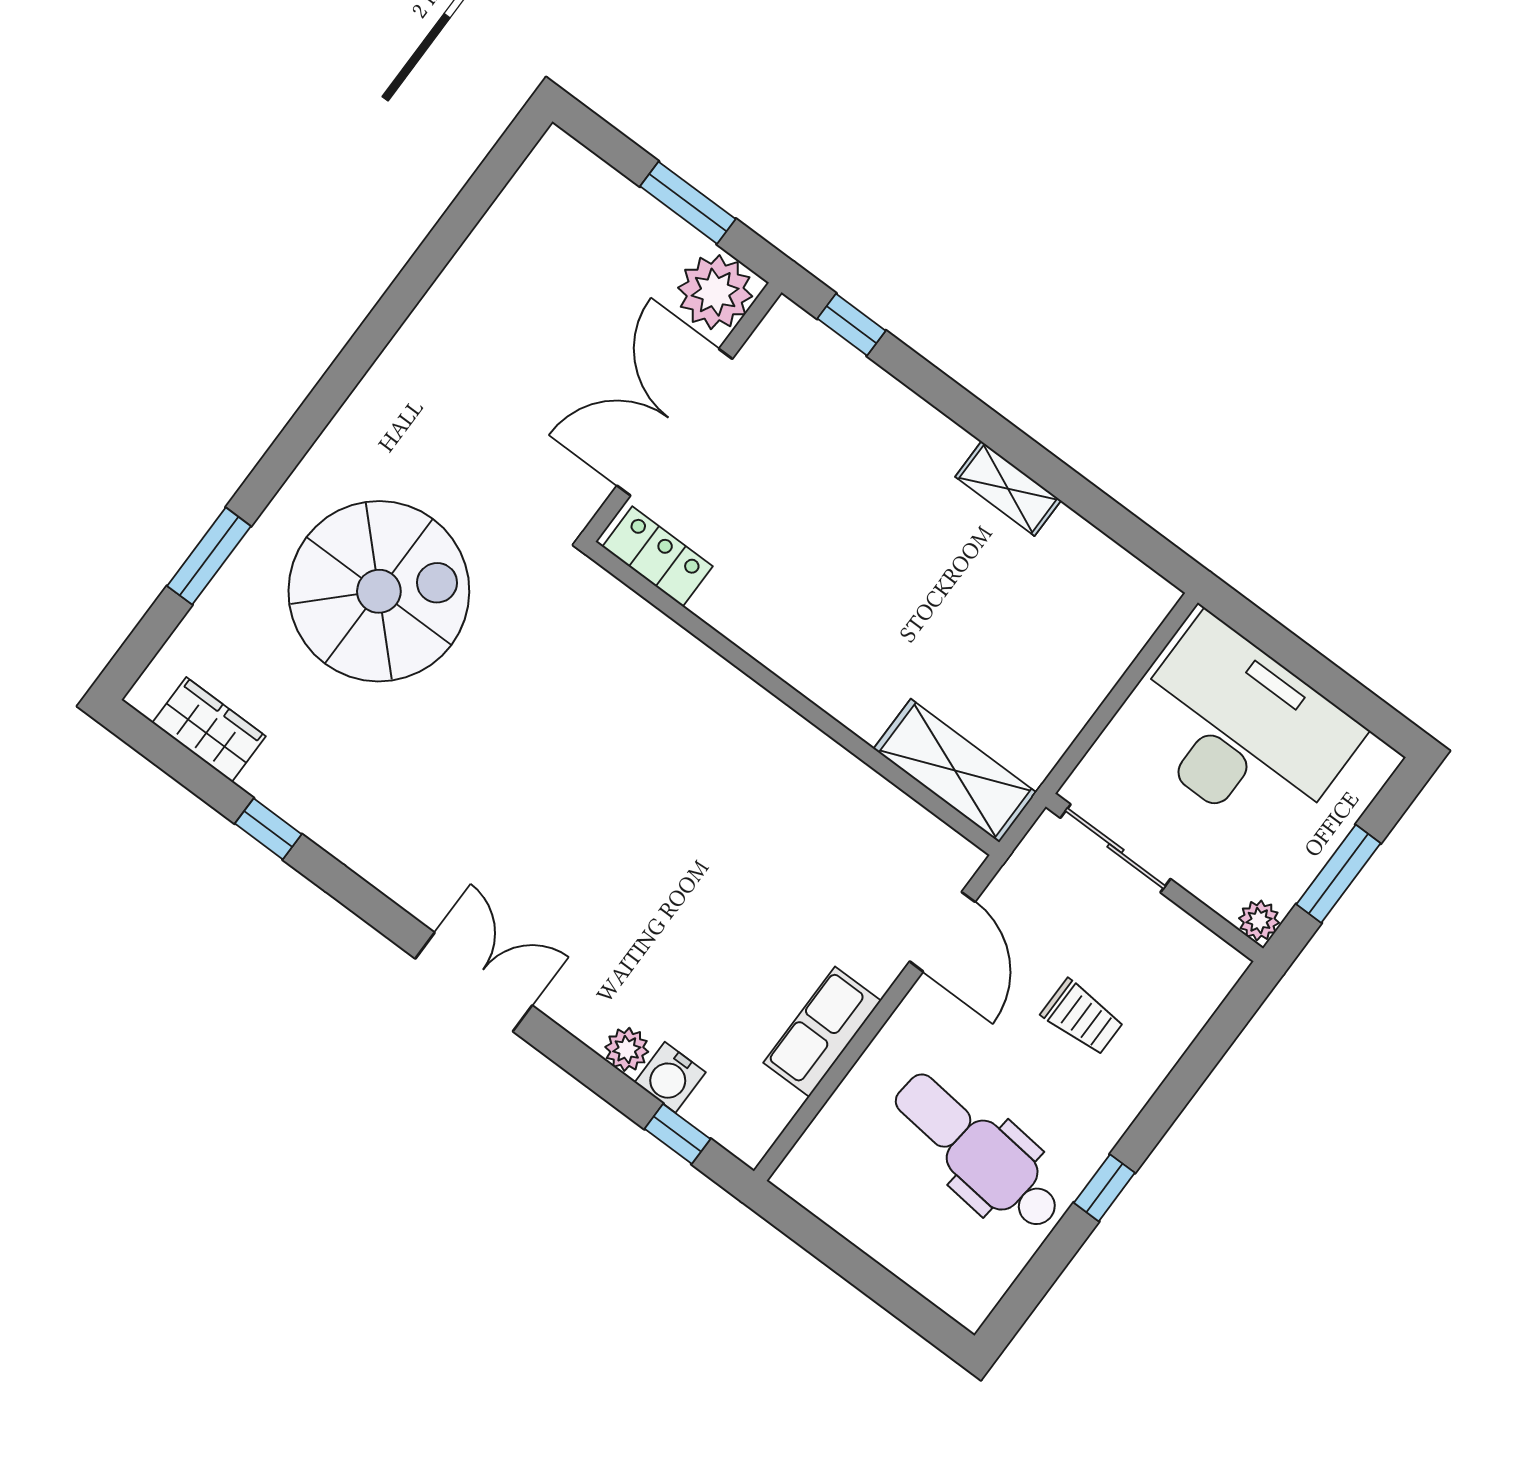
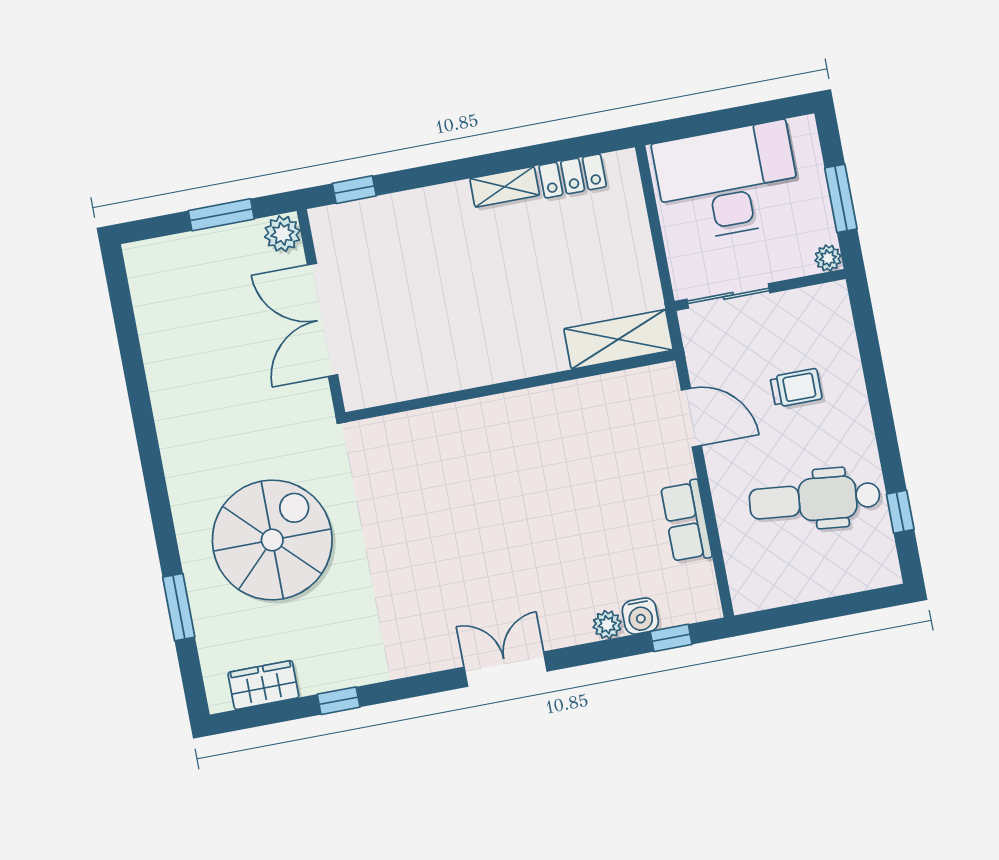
plant: (715, 292) -> (282, 234), width x0.73, depth x0.73
locker: (657, 556) -> (573, 176), moved, turned 180
window: (1104, 1188) -> (900, 512), moved

